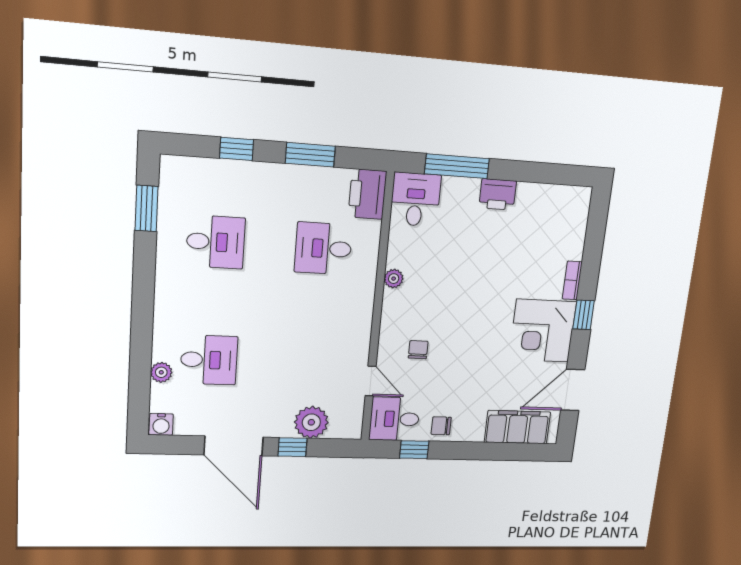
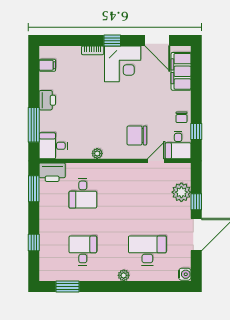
window: (310, 155) -> (34, 189), moved
filing cabinet: (558, 199) -> (47, 65), added
chair: (418, 350) -> (137, 135), width x1.87, depth x1.87
desk: (209, 360) -> (147, 251), width x1.37
plant: (161, 372) -> (124, 275), moved

